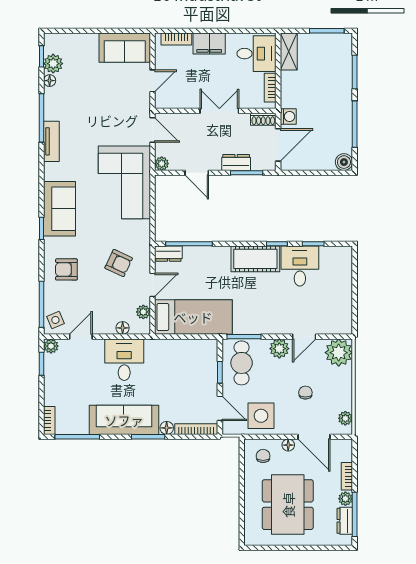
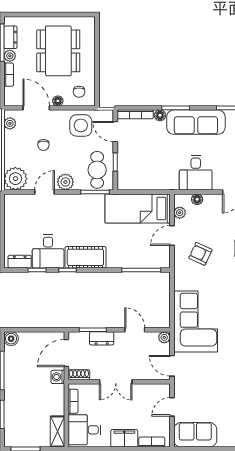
dresser: (168, 254) -> (20, 262), moved

